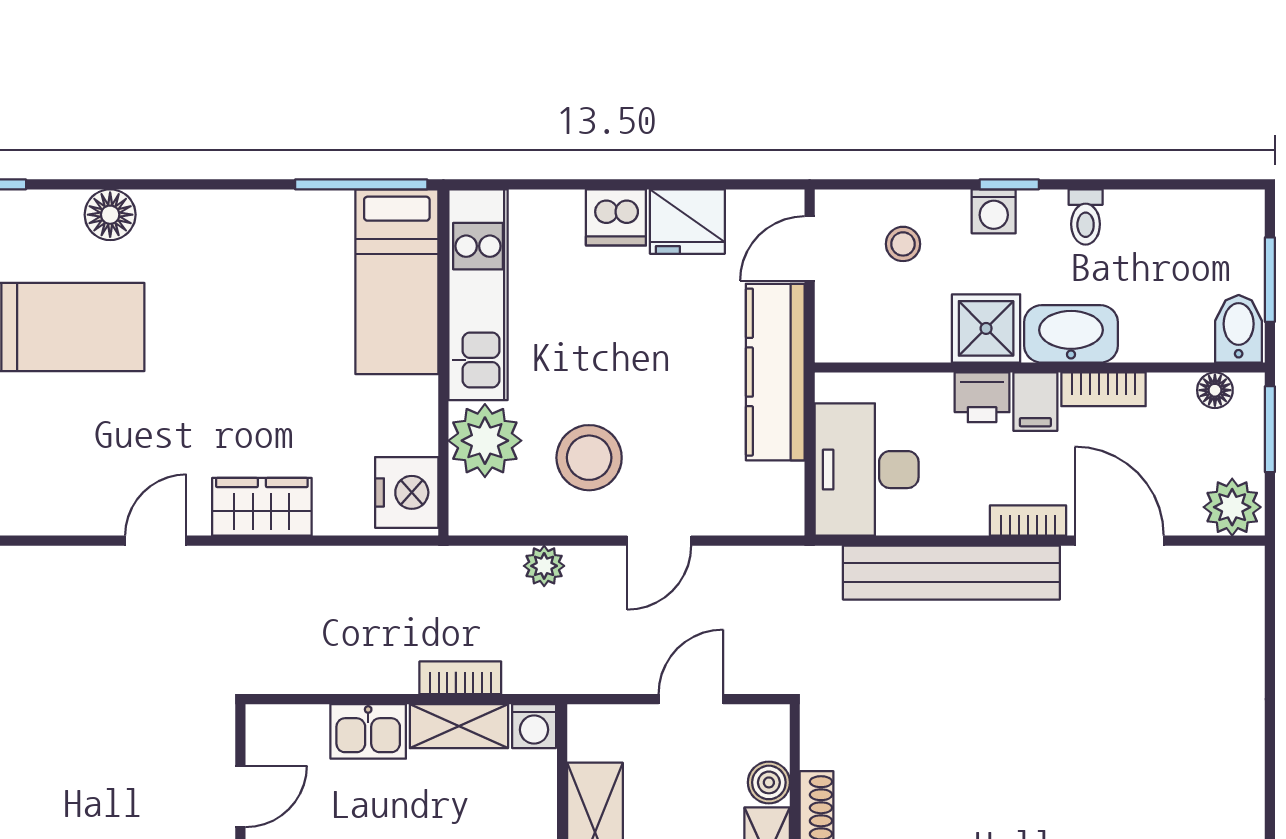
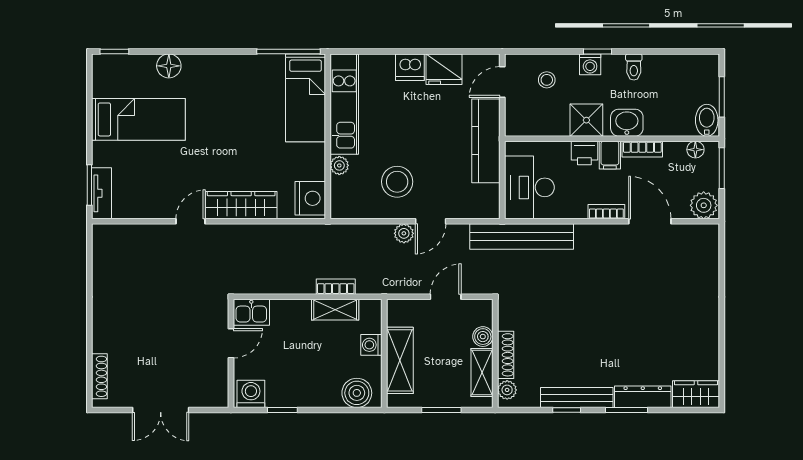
washbasin: (1071, 334) -> (627, 123), width x0.72
plant: (485, 441) -> (339, 165), width x0.53, depth x0.53
wardrobe: (262, 507) -> (241, 205), width x1.50
plant: (544, 566) -> (404, 233), moved
bench: (951, 573) -> (522, 237), moved
washing machine: (534, 726) -> (371, 345), moved, turned 90
kitchen sink: (368, 731) -> (251, 312), moved

